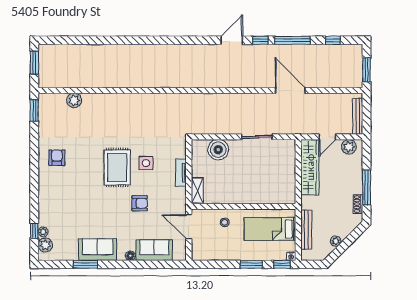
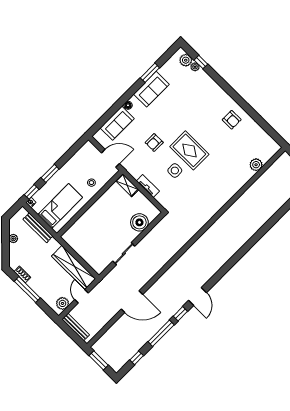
window: (34, 110) -> (274, 135), removed

